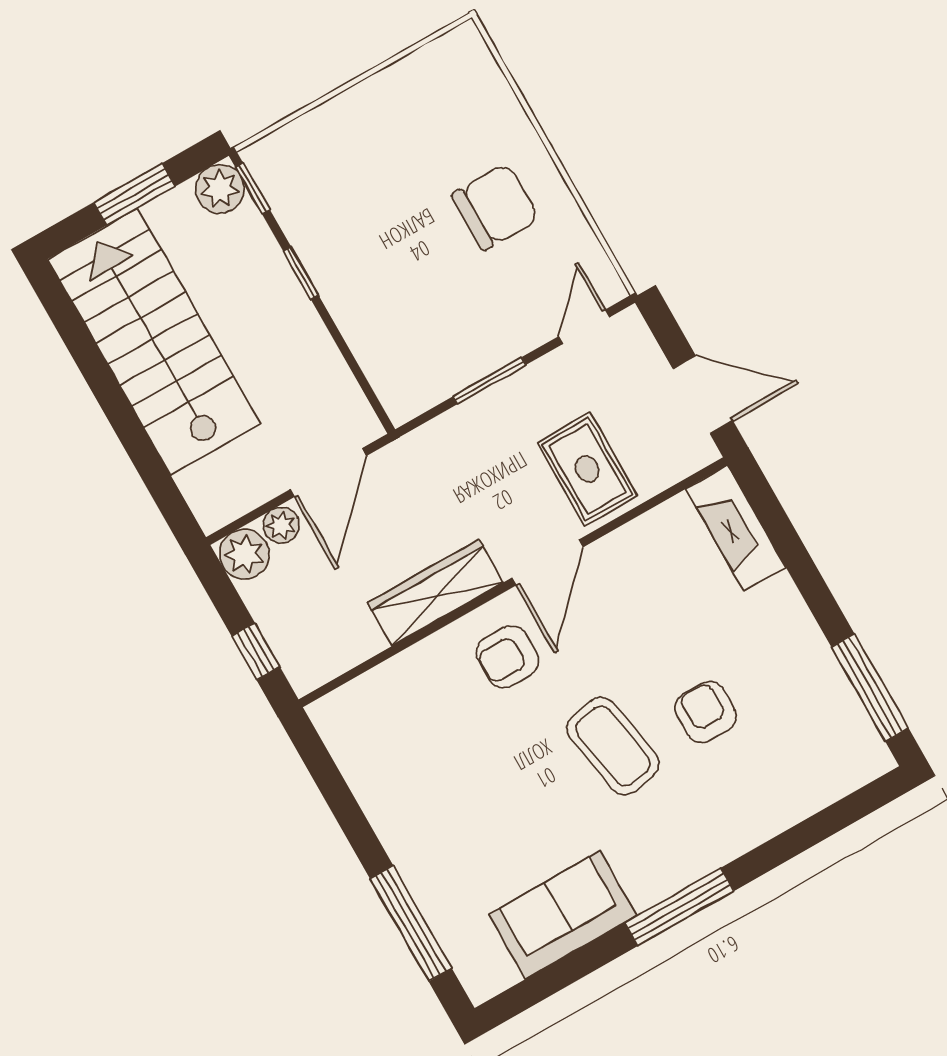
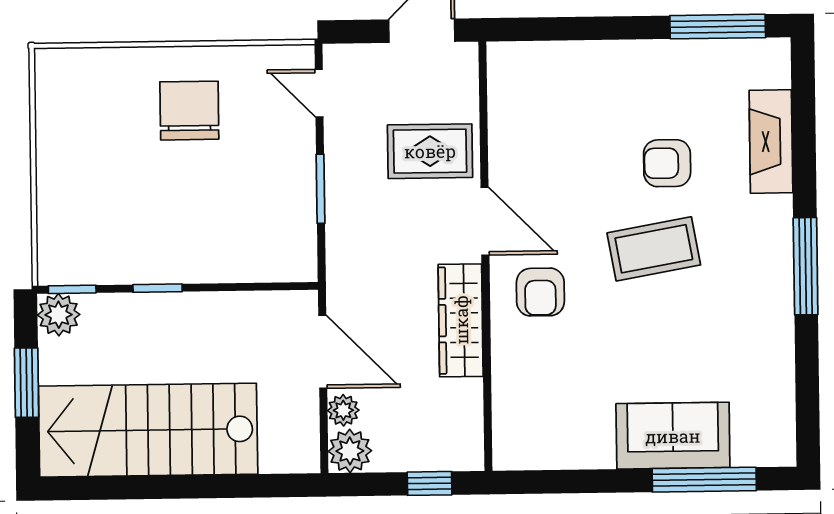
fireplace: (736, 528) -> (771, 141), moved, turned 90
sofa: (563, 915) -> (673, 436), moved, turned 90

